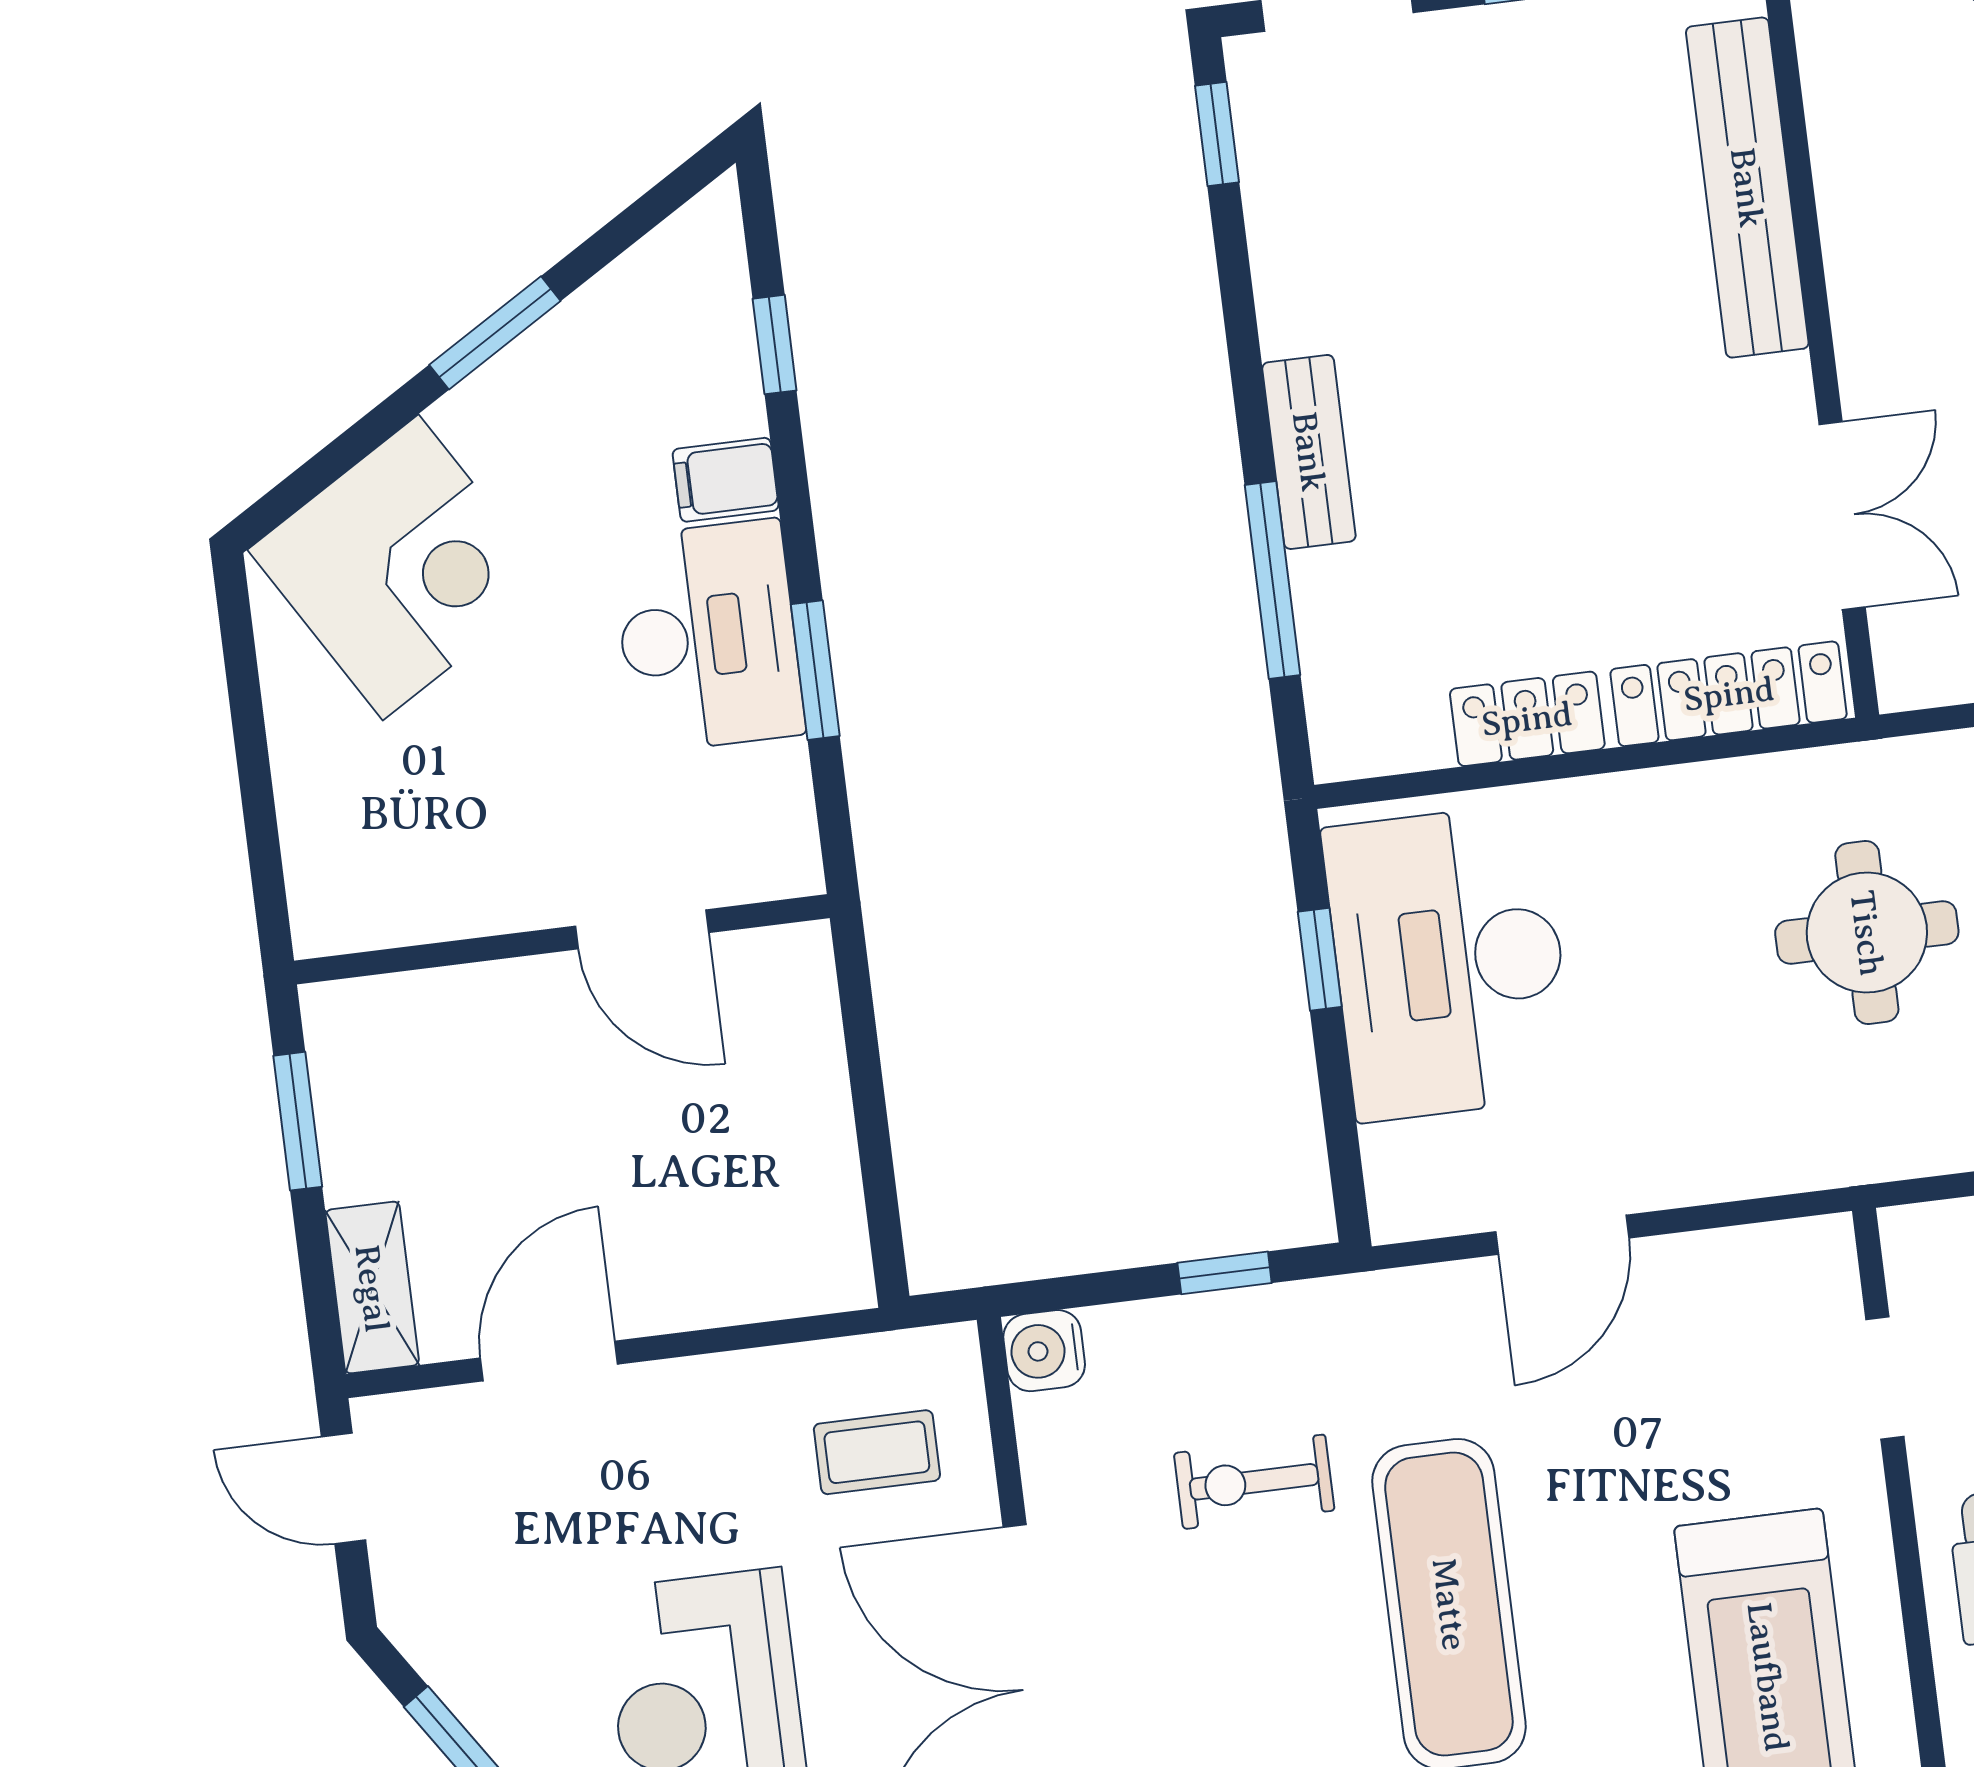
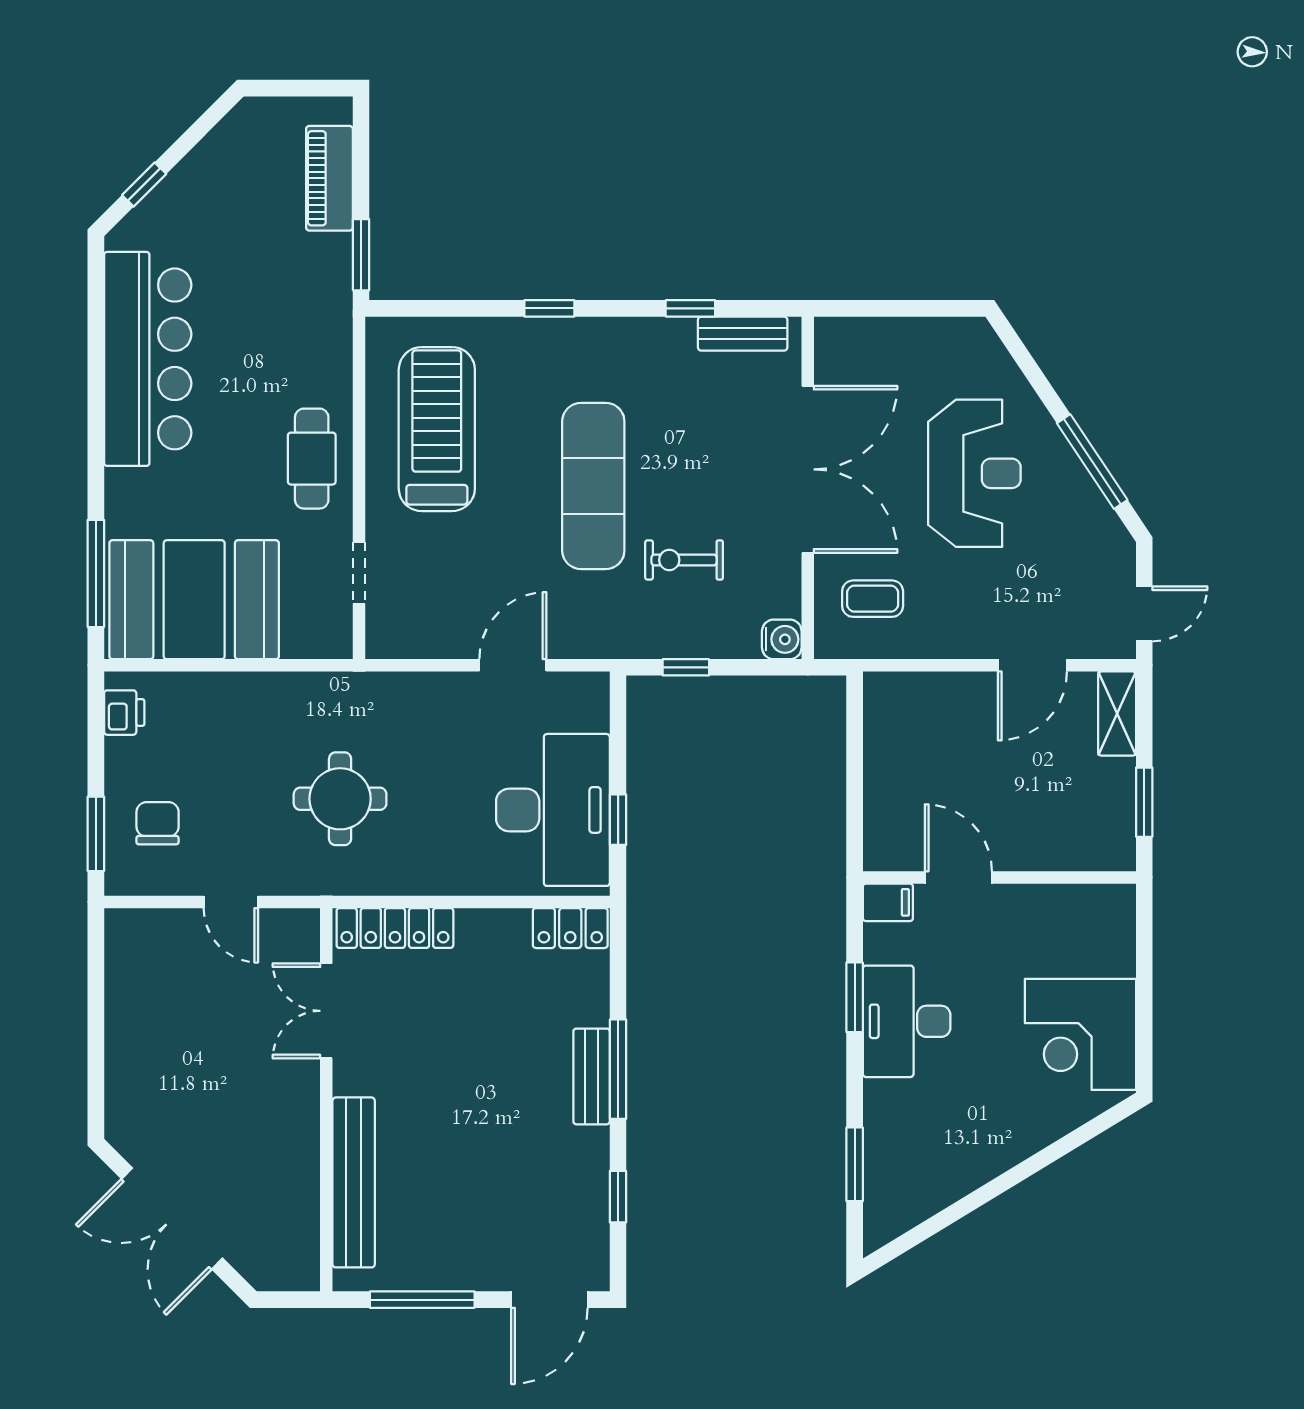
window: (1217, 134) -> (618, 1197), moved
window: (495, 333) -> (995, 1188), removed
window: (775, 345) -> (855, 1164), width x1.50
filing cabinet: (726, 480) -> (888, 902), moved
corner desk: (401, 567) -> (1081, 1034), moved, turned -59
window: (1273, 580) -> (618, 1069), moved
locker: (1527, 719) -> (570, 928), moved
exercise bike: (1254, 1482) -> (684, 560), turned 180
door: (343, 1488) -> (1144, 614), hinge flipped

